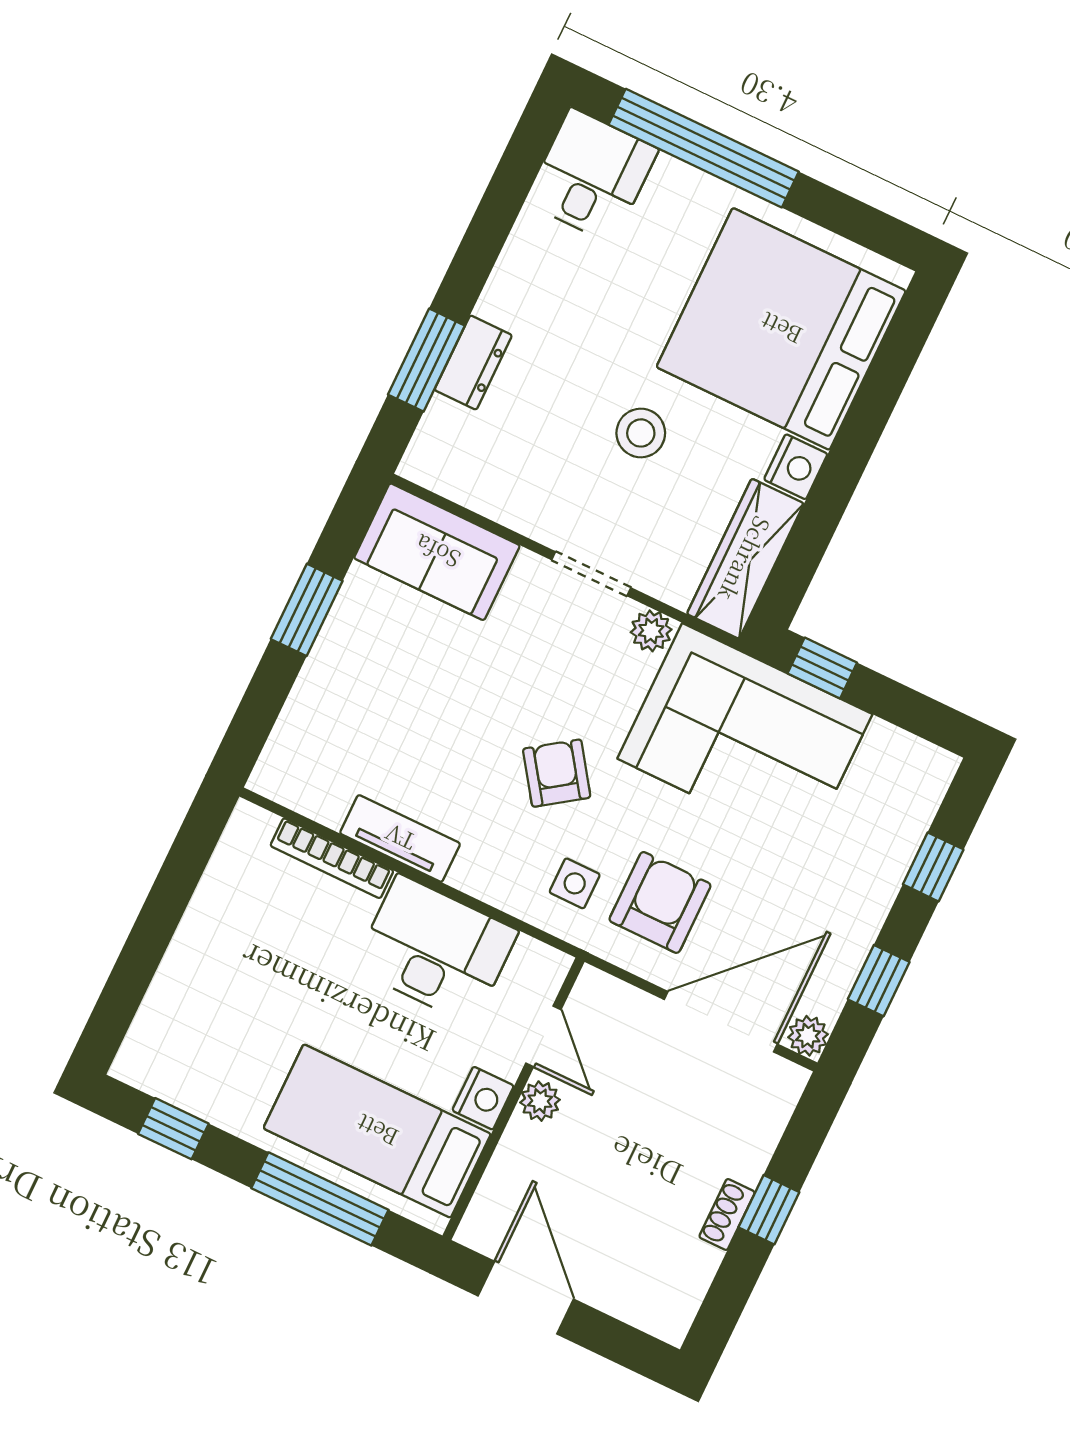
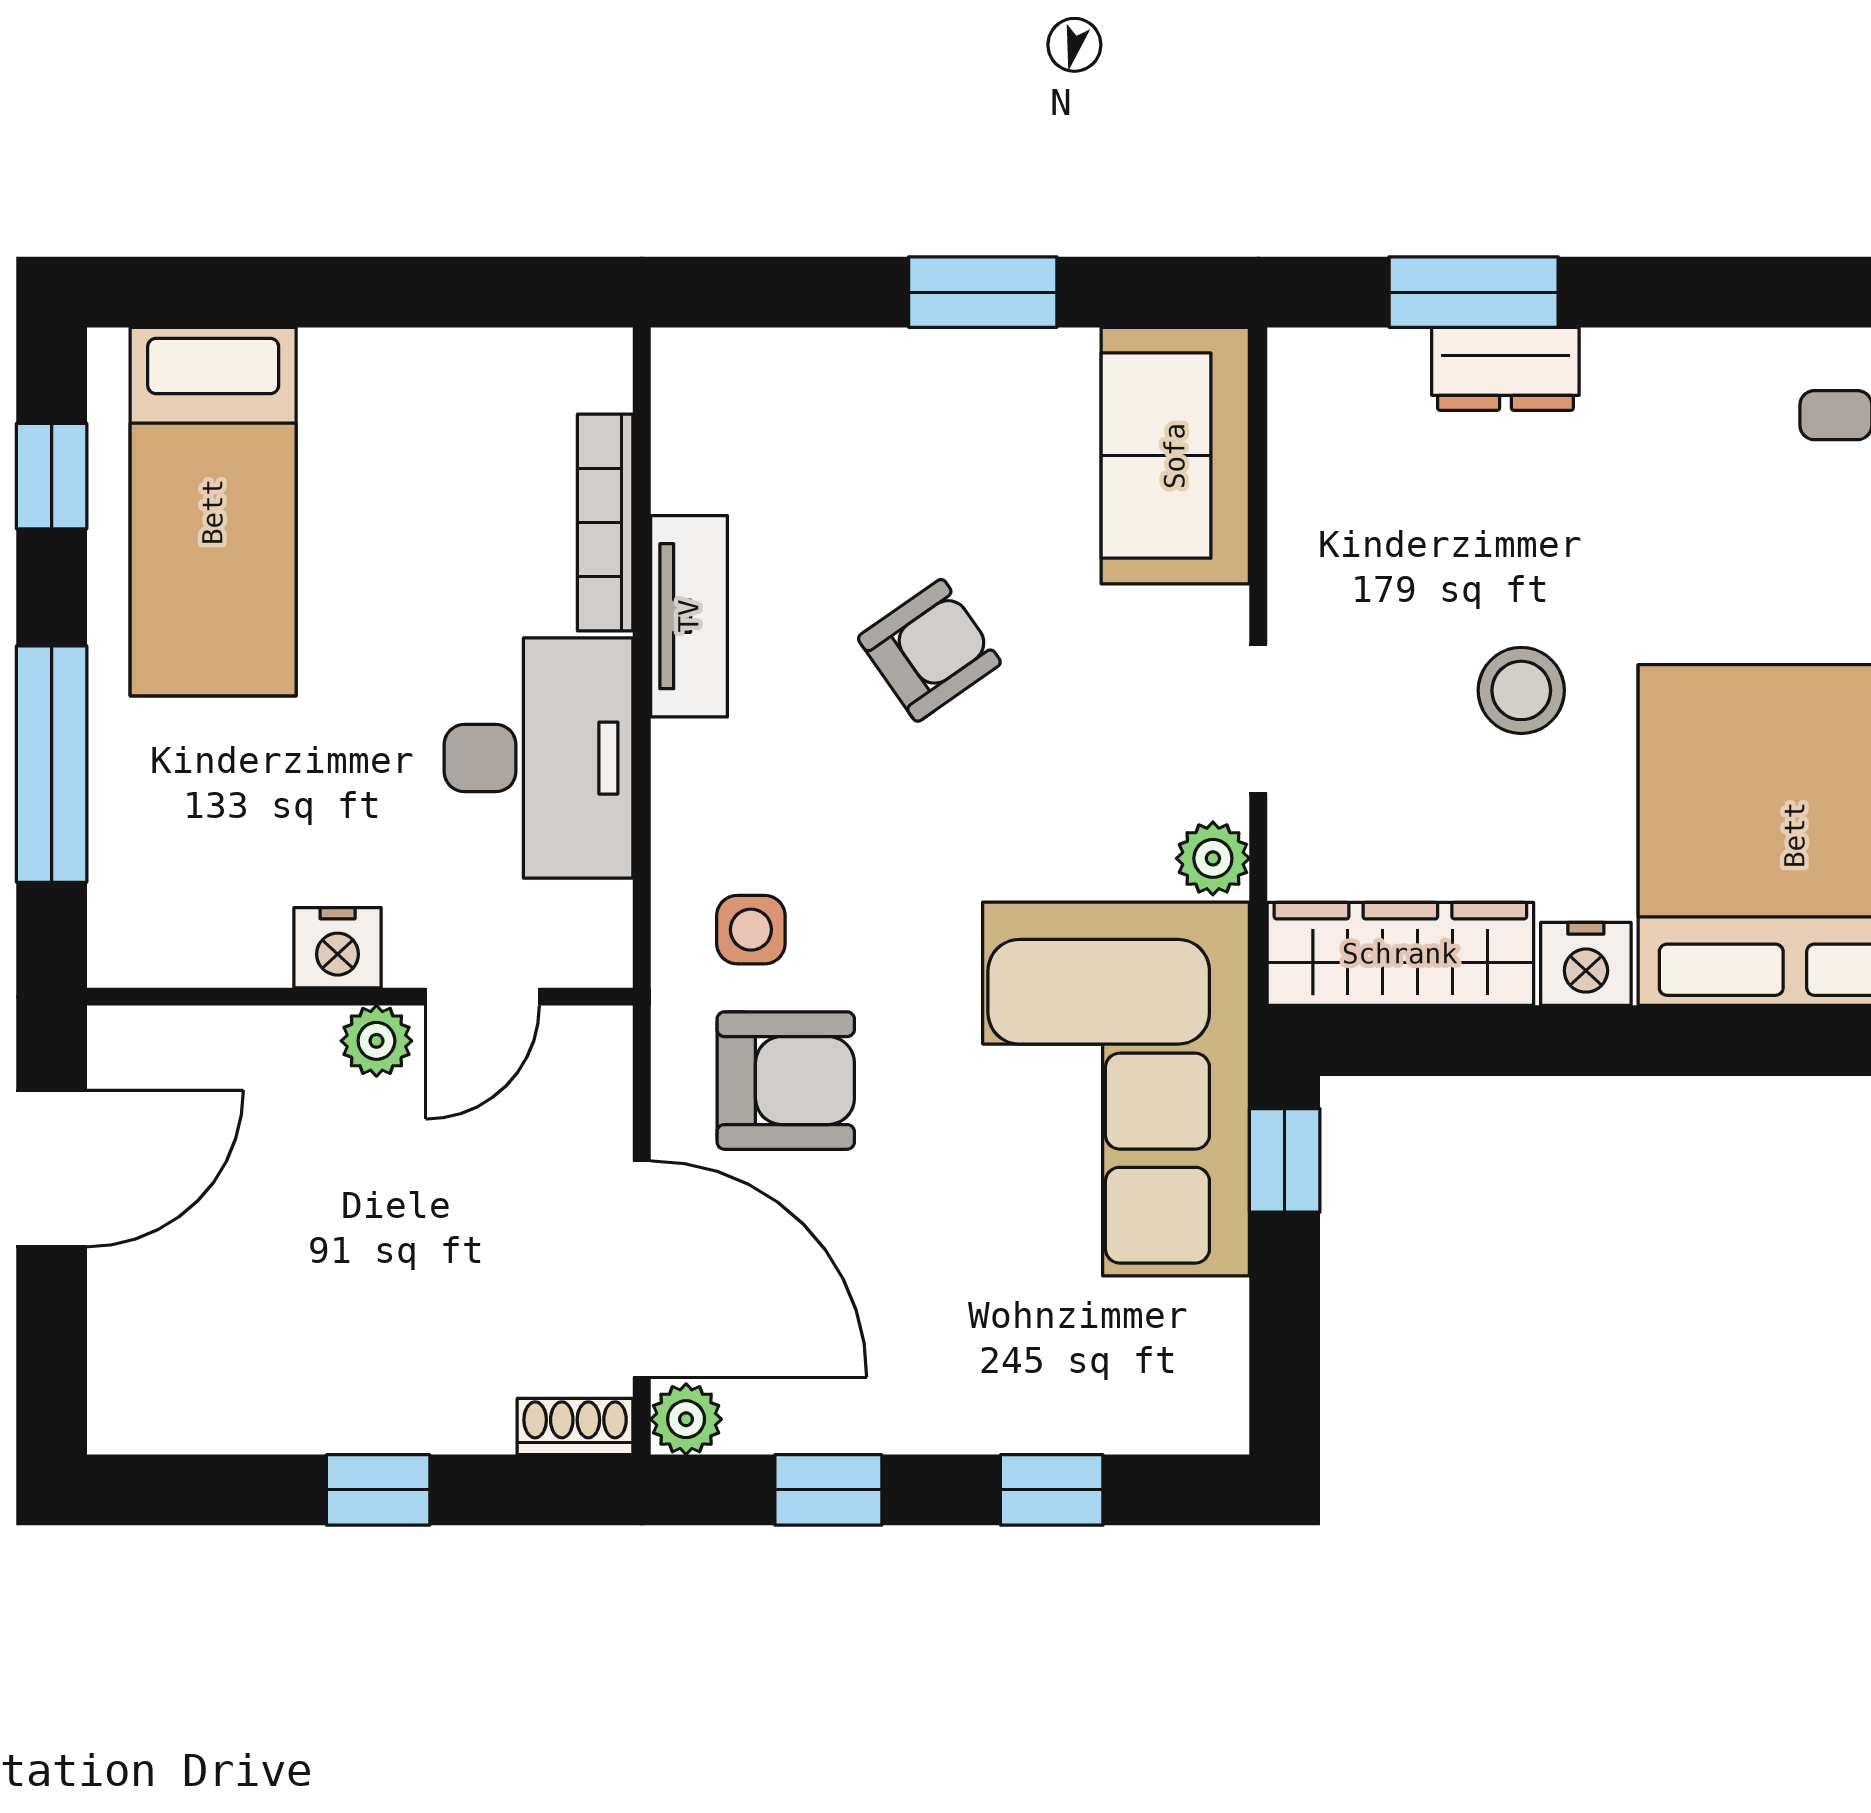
armchair: (557, 773) -> (929, 650), moved
bed: (377, 1131) -> (213, 512), moved, turned 180
shoe rack: (727, 1215) -> (575, 1427), moved

